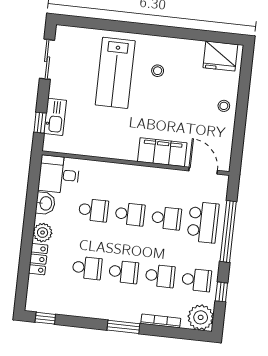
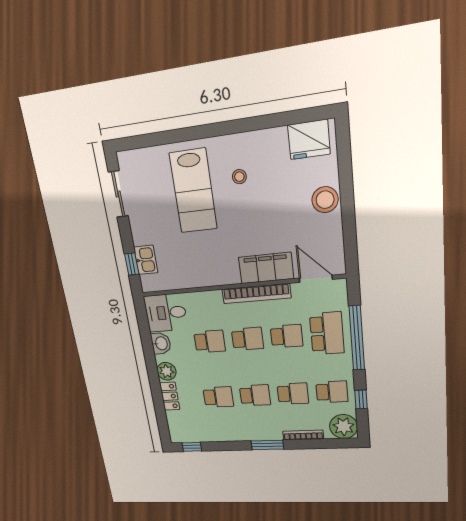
stool: (224, 106) -> (325, 200), width x1.89, depth x1.89
kitchen sink: (55, 117) -> (146, 260), width x0.73
bookcase: (148, 173) -> (256, 294), added

